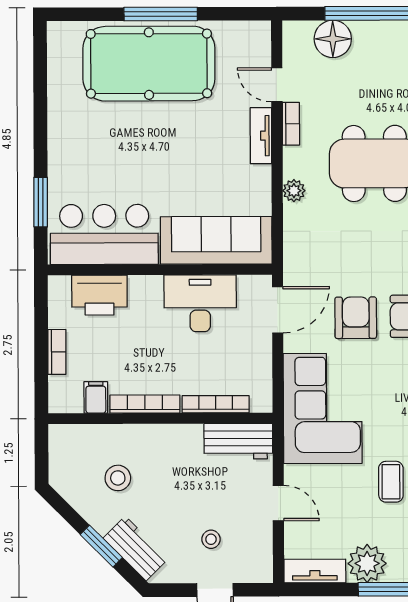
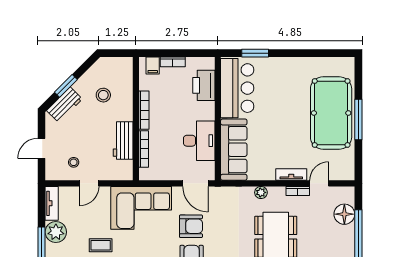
filing cabinet: (96, 397) -> (153, 66), moved, turned 90
workbench: (238, 441) -> (123, 140), moved
stool: (211, 539) -> (74, 162), moved

